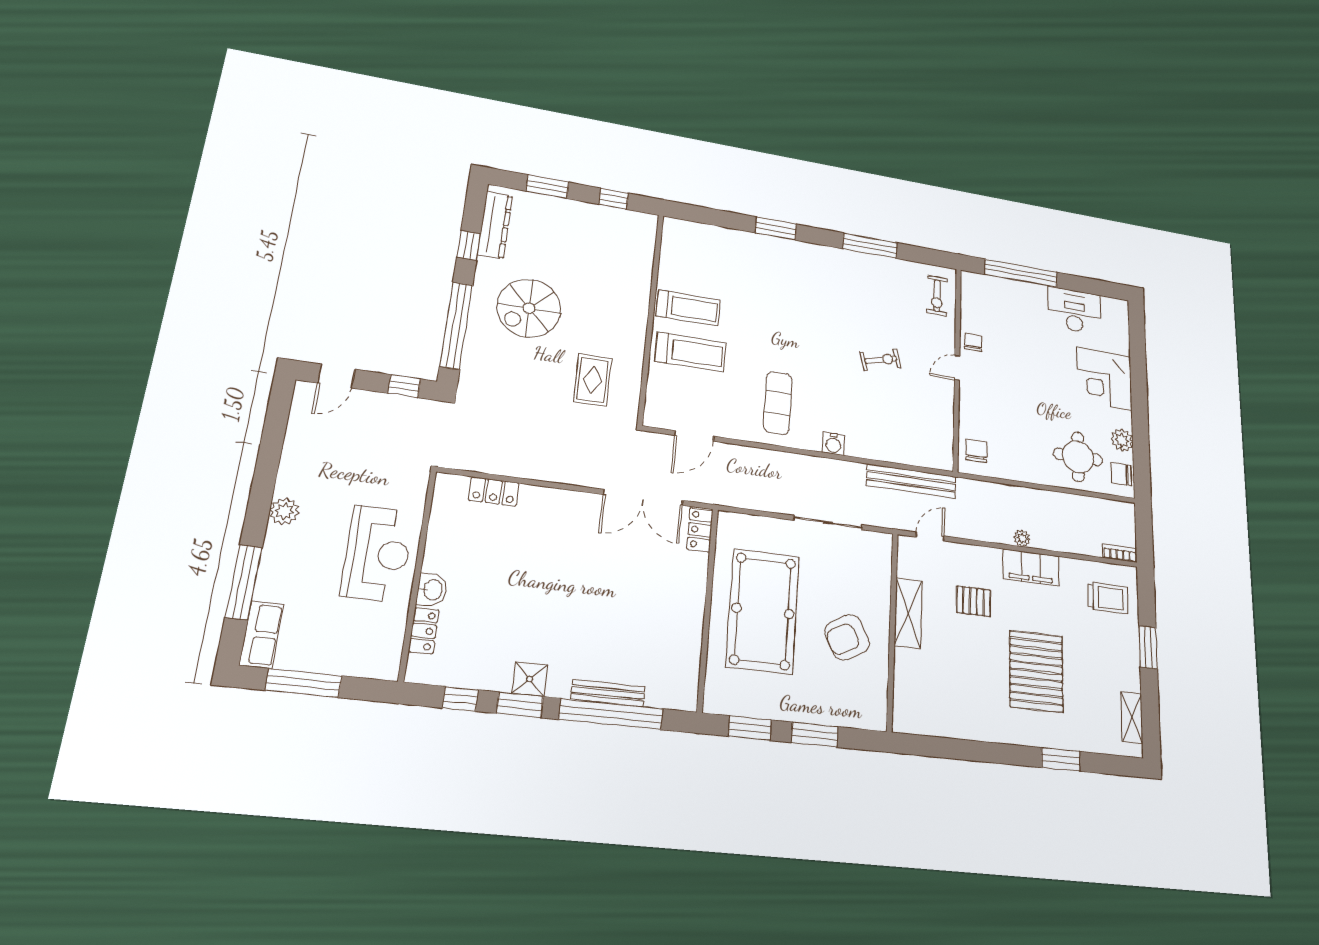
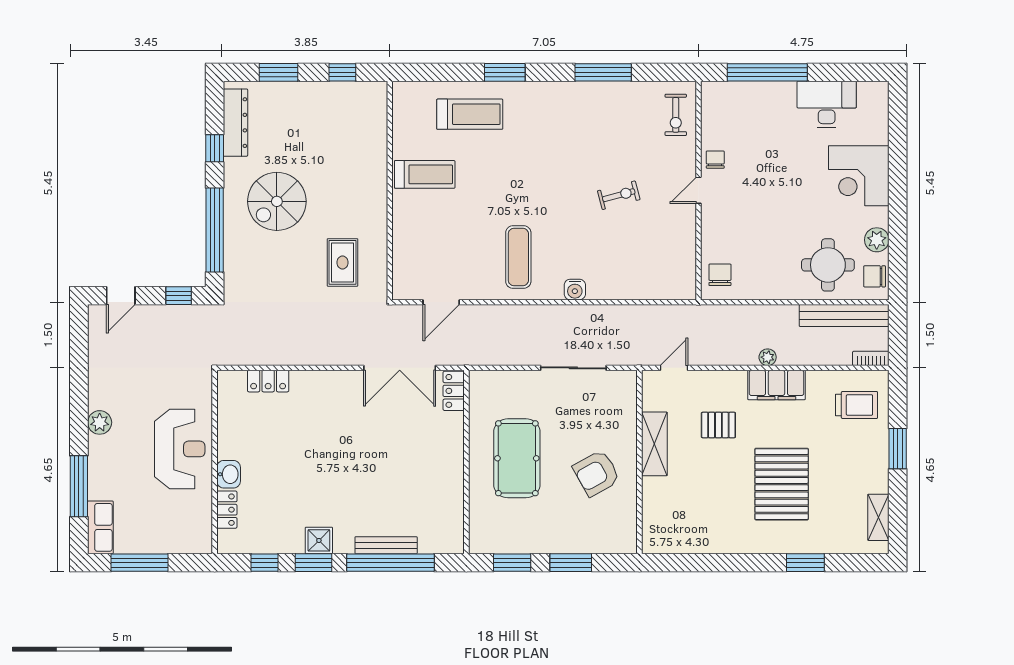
treadmill: (691, 352) -> (470, 114), moved
bench: (911, 481) -> (844, 316), moved
pool table: (763, 611) -> (517, 458), width x0.73, depth x0.76

